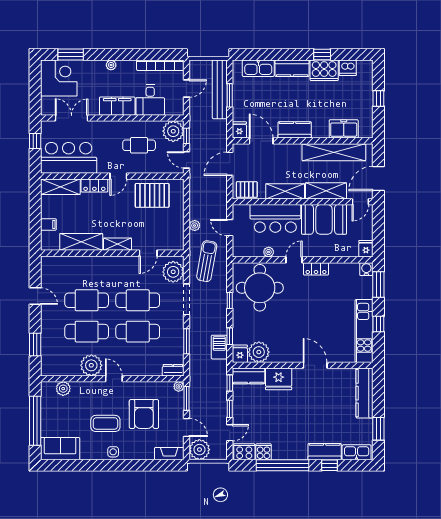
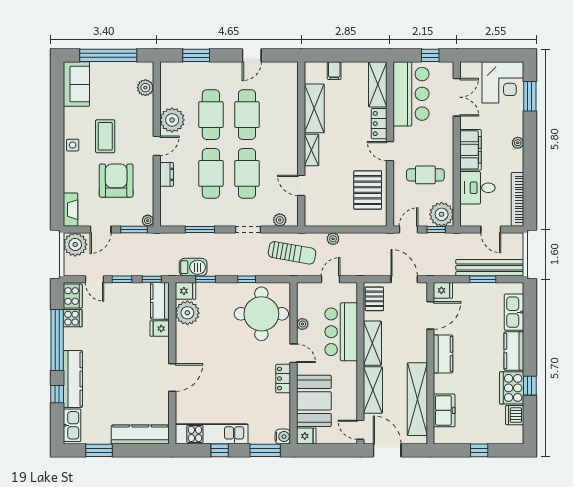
cafe table: (139, 145) -> (425, 175), turned 90
booth: (324, 219) -> (314, 401), moved
plant: (173, 272) -> (280, 220), width x0.53, depth x0.53
doorway: (186, 299) -> (248, 230), width x0.73
dresser: (173, 370) -> (167, 174), moved
fridge: (279, 379) -> (160, 329), width x0.53, depth x0.75
armchair: (144, 414) -> (116, 181), turned 90
kitchen counter: (325, 452) -> (73, 379), width x1.50

